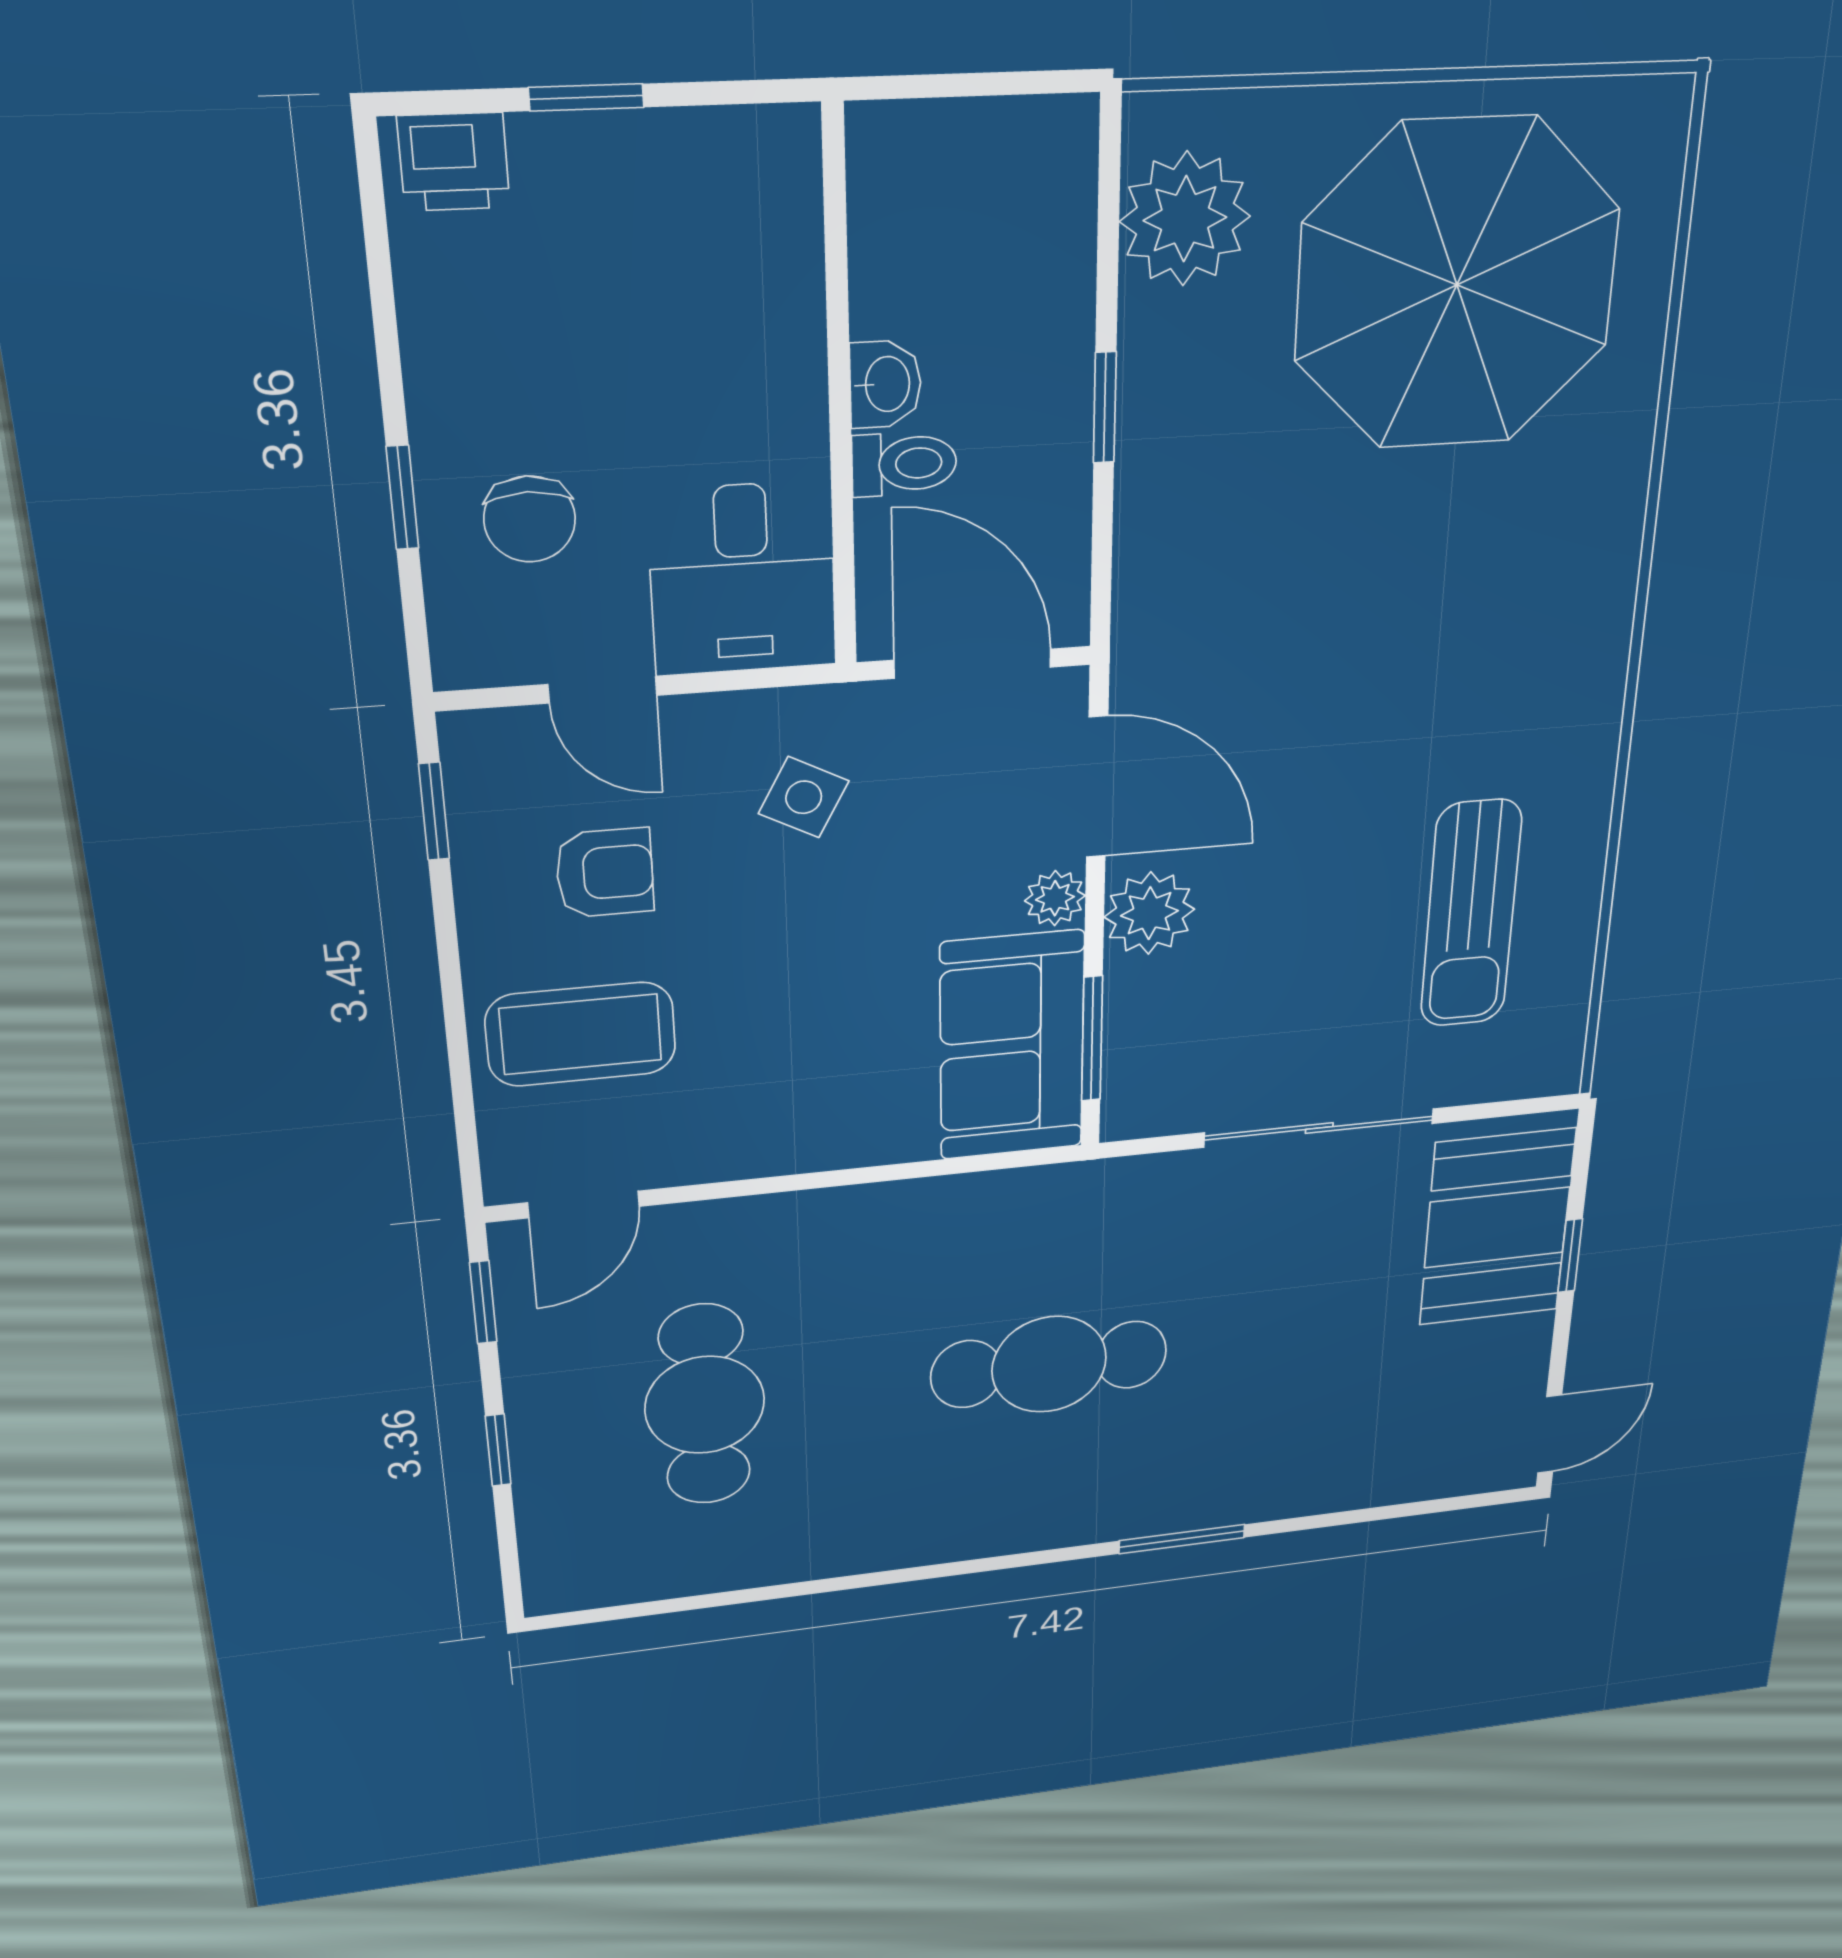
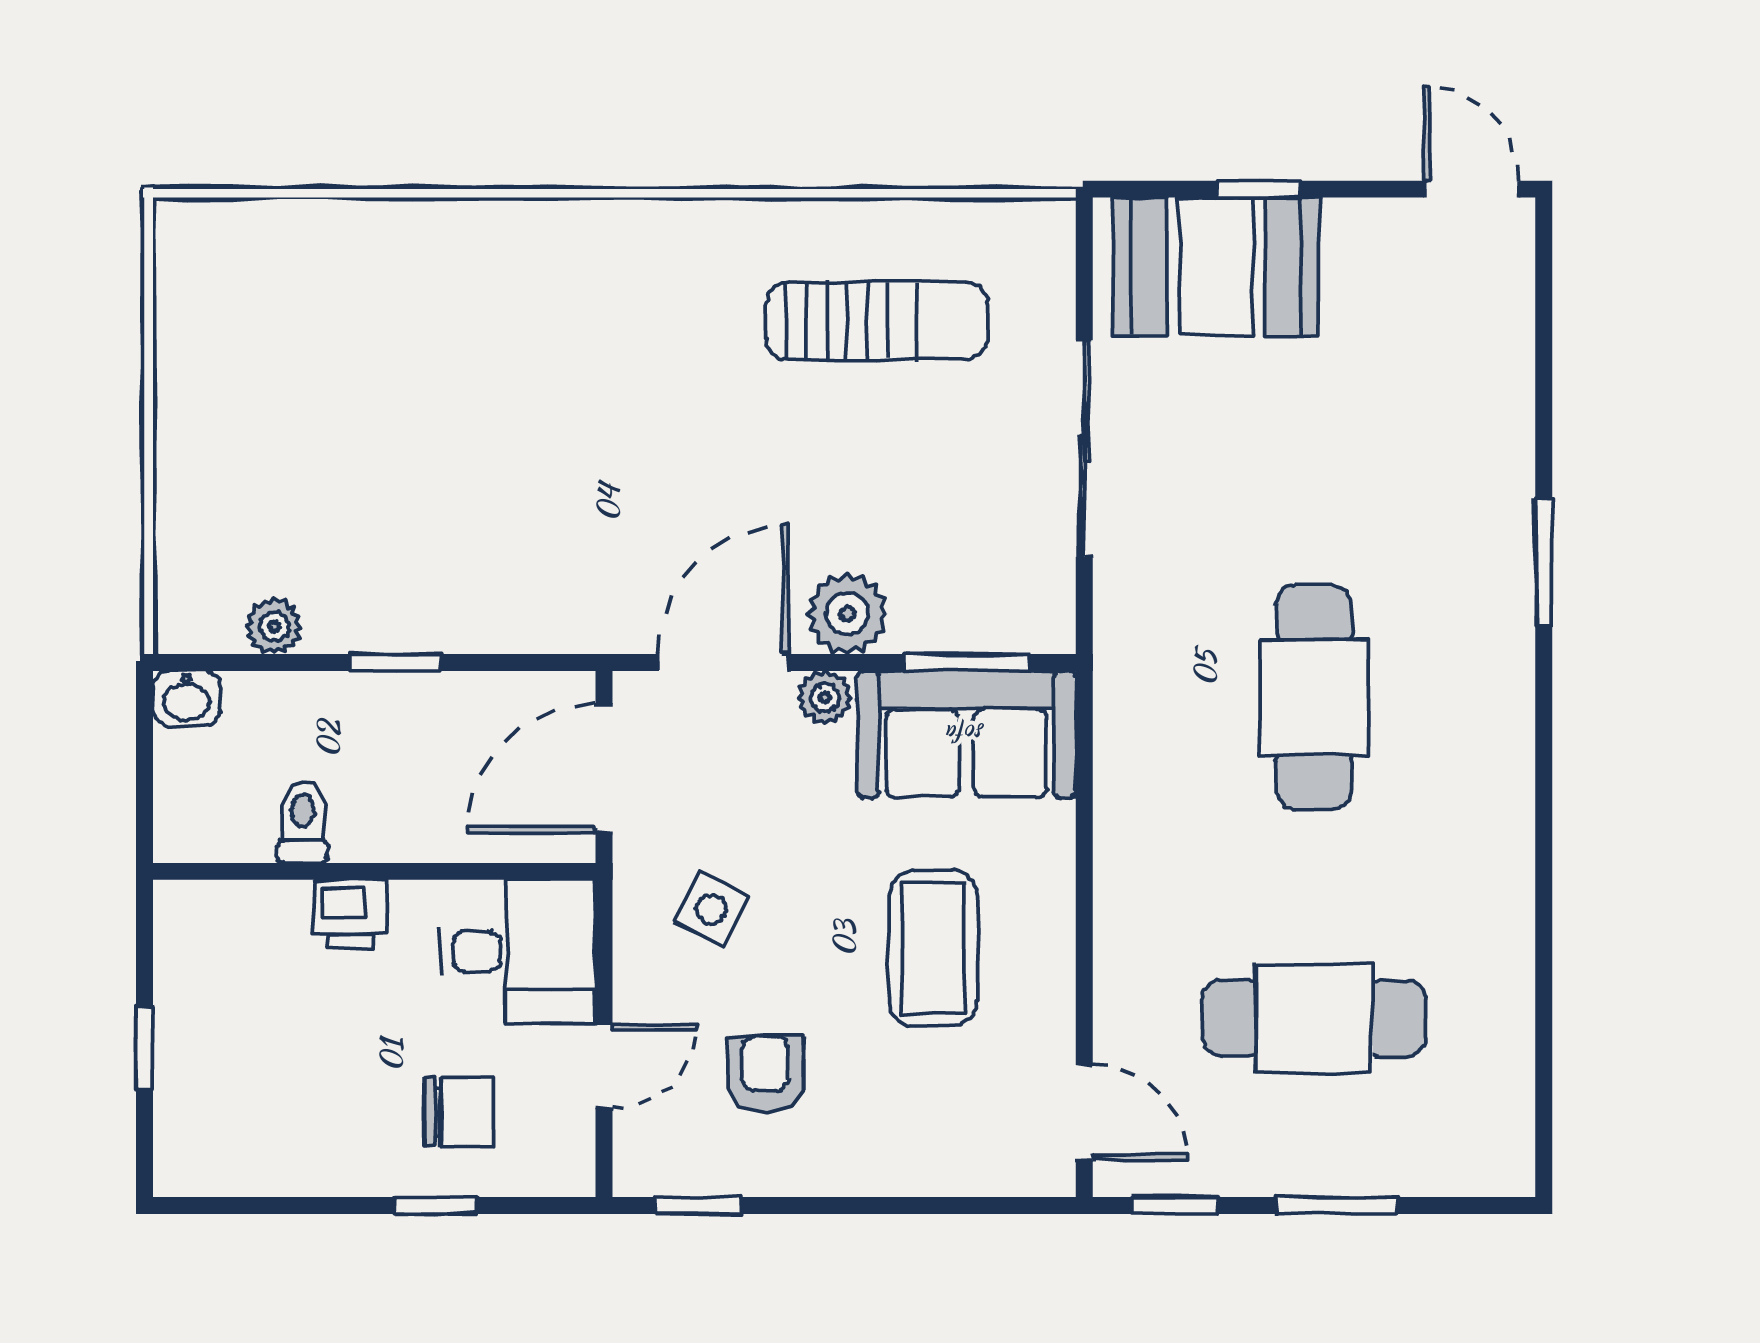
printer: (454, 162) -> (350, 914), moved, turned 90
plant: (1185, 219) -> (274, 627), width x0.53, depth x0.53
parasol: (1457, 285) -> (311, 380), removed
washbasin: (885, 384) -> (187, 698), moved, turned 180
toilet: (904, 464) -> (303, 822), moved
coffee table: (581, 1034) -> (933, 948), moved
window: (498, 1450) -> (1337, 1206), width x1.50

